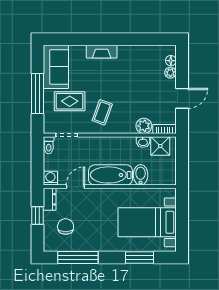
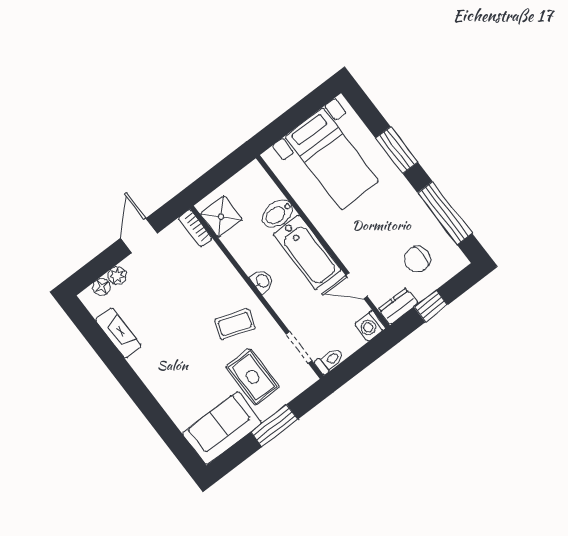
fireplace: (102, 52) -> (118, 333), moved
window: (37, 94) -> (274, 426), width x0.69
door: (182, 98) -> (139, 236), hinge flipped
plant: (144, 126) -> (211, 258), removed
washbasin: (143, 142) -> (262, 281), moved
window: (139, 257) -> (397, 150), moved

